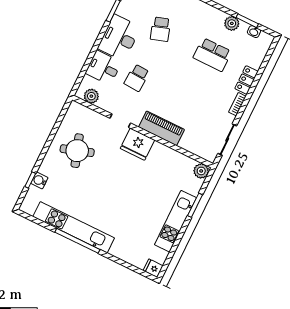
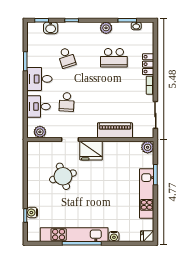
plant: (232, 23) -> (106, 28), moved
desk: (119, 38) -> (39, 79), width x0.73
piano: (161, 128) -> (115, 130), moved
round table: (77, 151) -> (63, 176), moved
water cooler: (116, 251) -> (114, 236), added

